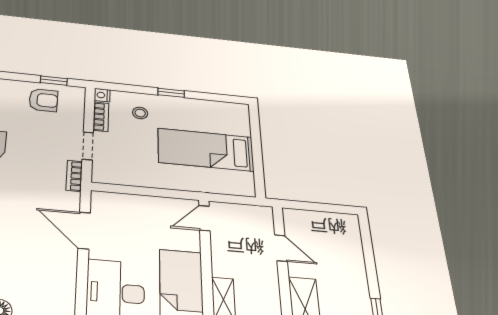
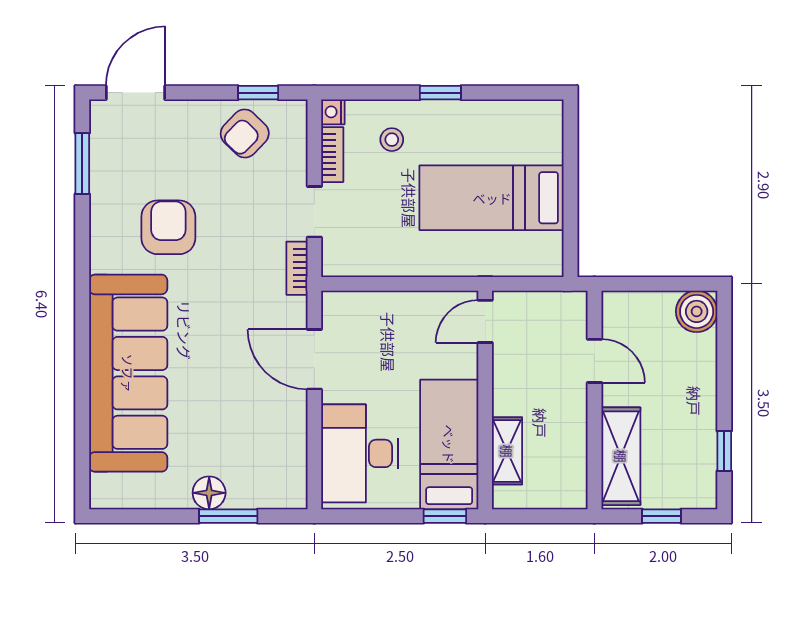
armchair: (43, 100) -> (245, 134), turned 134
boiler: (346, 225) -> (697, 311), added

